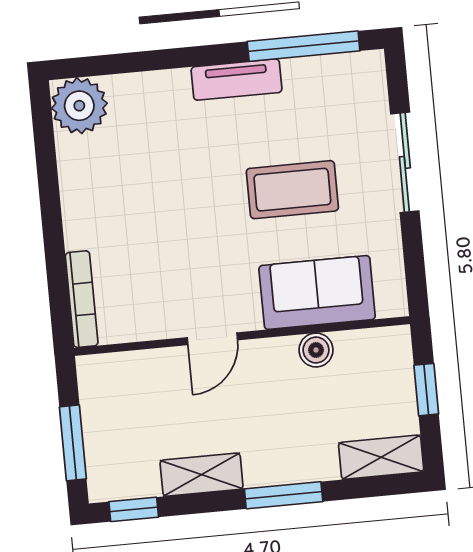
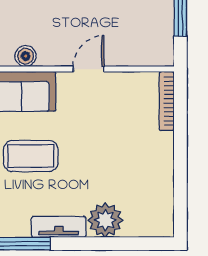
plant: (79, 106) -> (105, 220), moved

